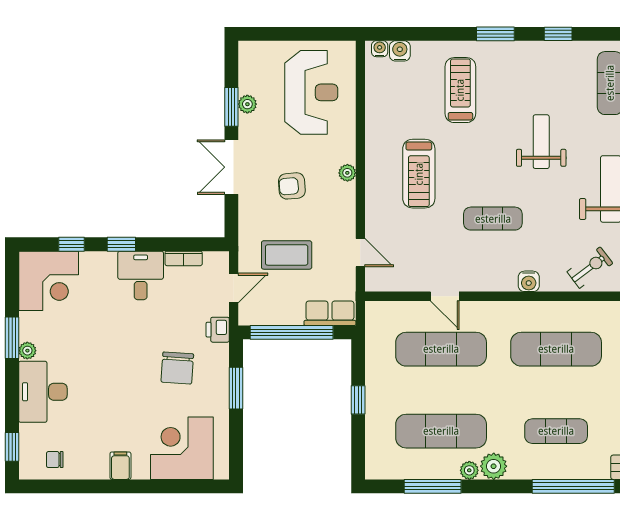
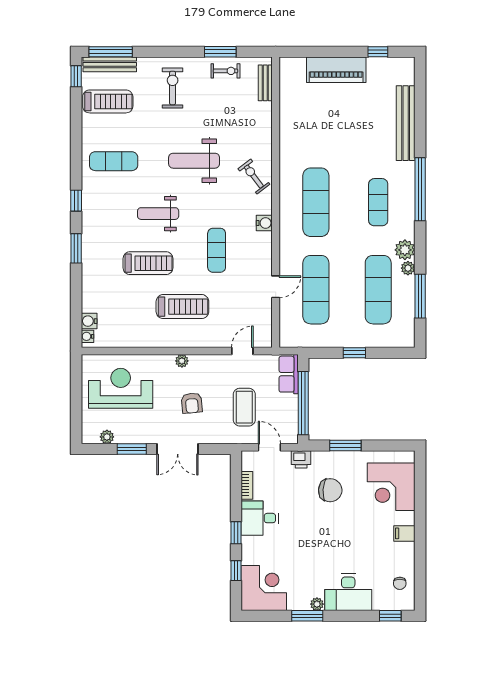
treadmill: (460, 90) -> (148, 263), moved, turned 180
plant: (247, 104) -> (107, 437), moved

